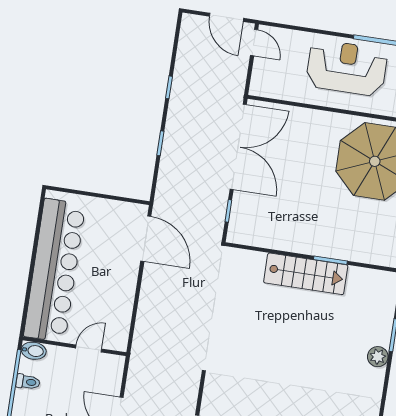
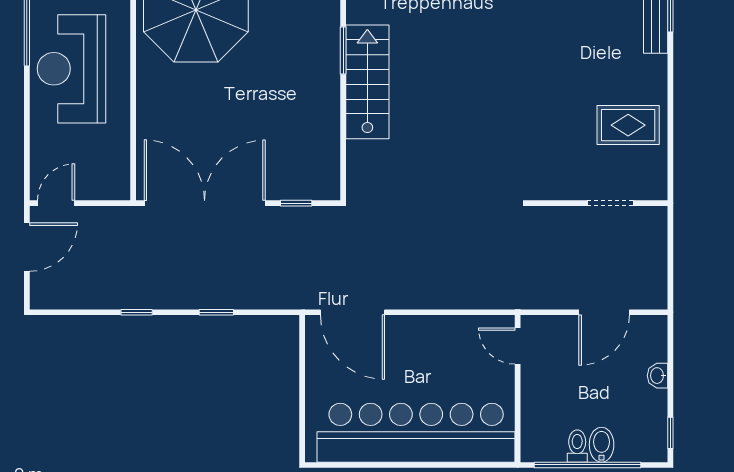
door: (146, 239) -> (352, 312), swing flipped
door: (89, 348) -> (518, 346), moved
bidet: (34, 351) -> (602, 445), moved

